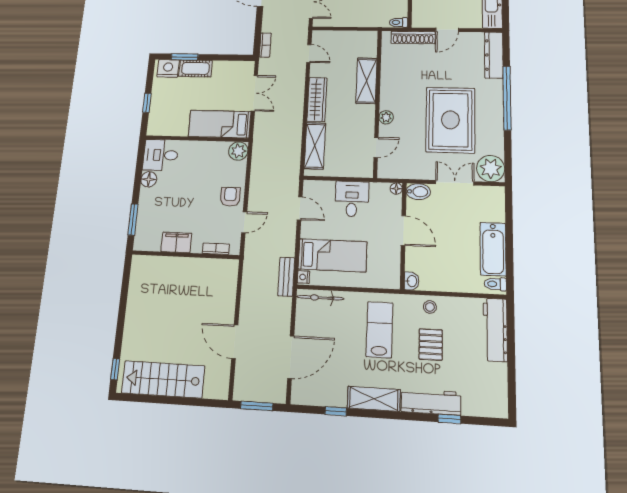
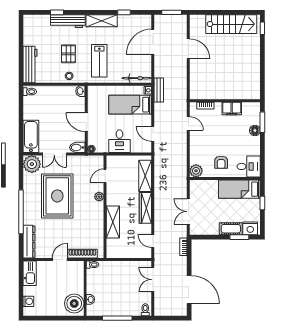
bed: (220, 124) -> (239, 189), moved, turned 180
floor lamp: (149, 179) -> (255, 130), moved
armchair: (230, 197) -> (221, 162), moved
door: (244, 222) -> (188, 123), swing flipped
bathtub: (493, 249) -> (31, 136), moved

